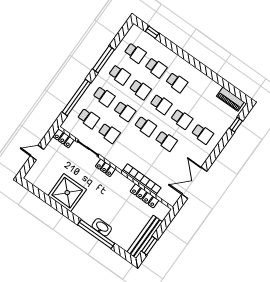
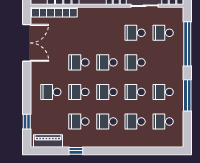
window: (152, 32) -> (76, 151), moved
school desk: (104, 97) -> (79, 122), moved
bookcase: (142, 179) -> (54, 12), moved

